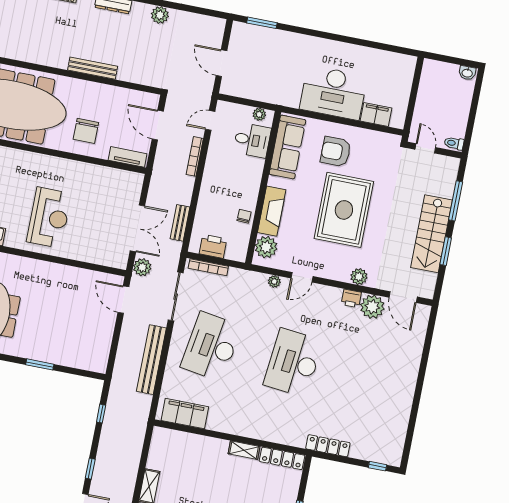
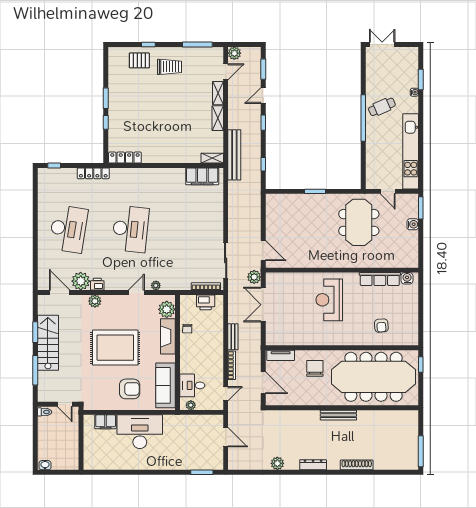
bench: (93, 68) -> (338, 415), moved
rug: (344, 210) -> (115, 348), turned 90
bench: (180, 223) -> (233, 337), moved
desk: (211, 347) -> (68, 229), moved
bench: (151, 360) -> (234, 155), moved
shelving: (244, 450) -> (212, 158), moved

